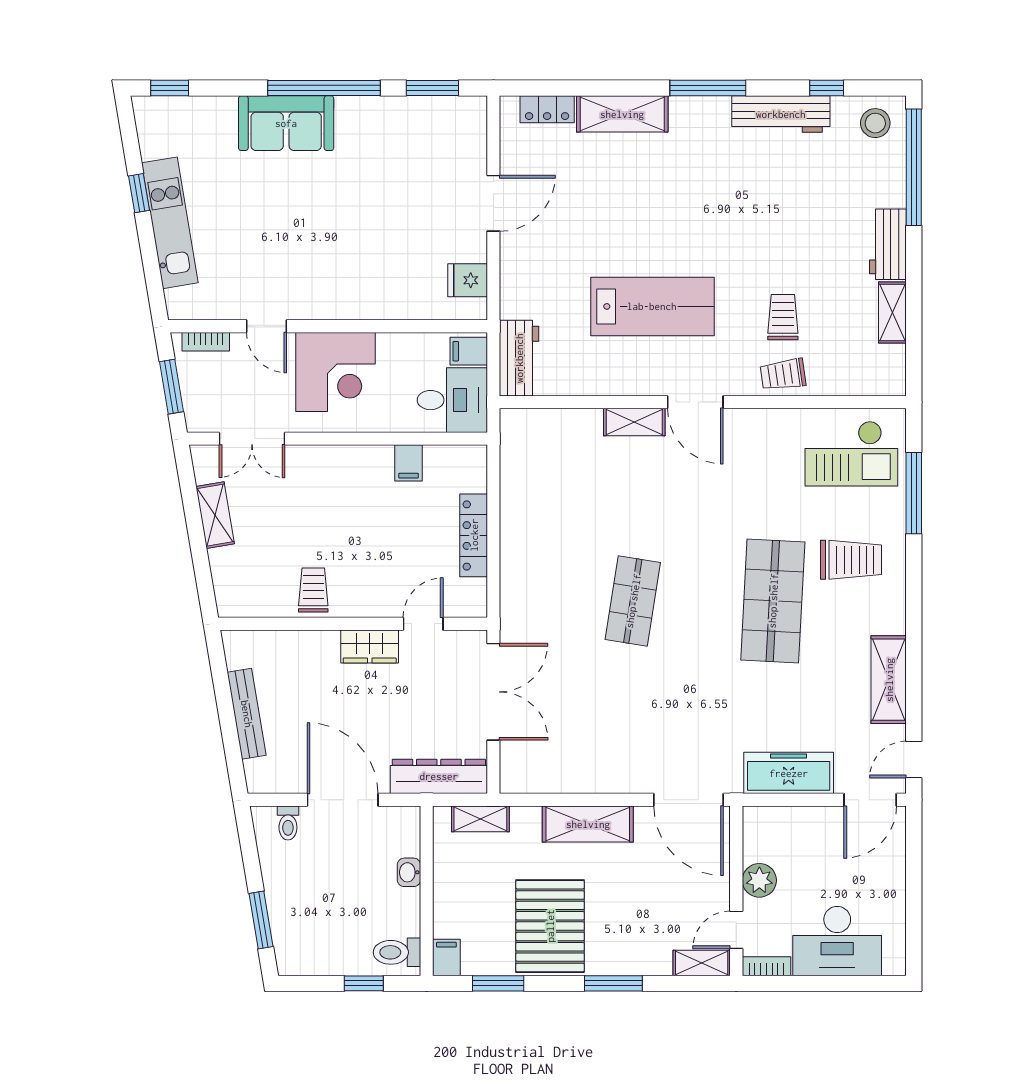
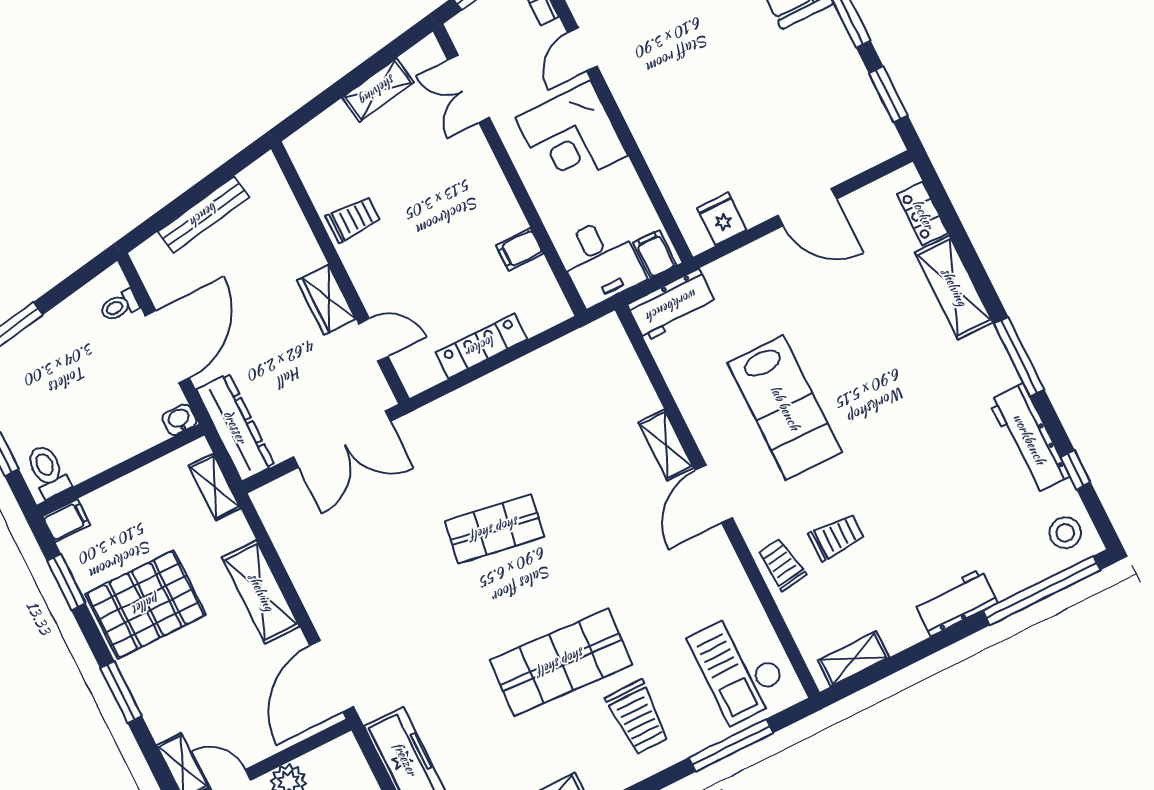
shelving: (892, 313) -> (854, 659), moved
washbasin: (409, 872) -> (179, 420), moved

